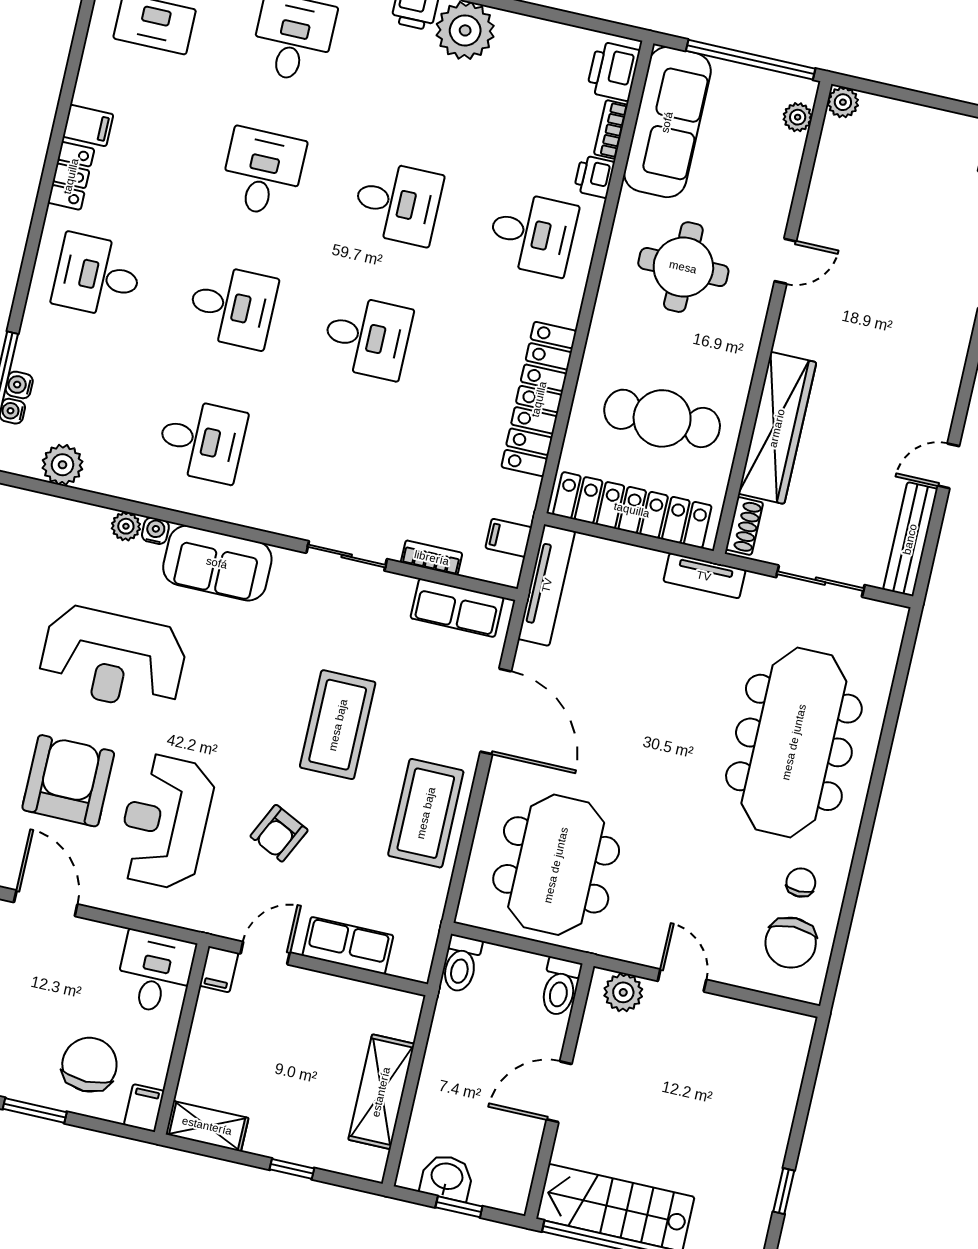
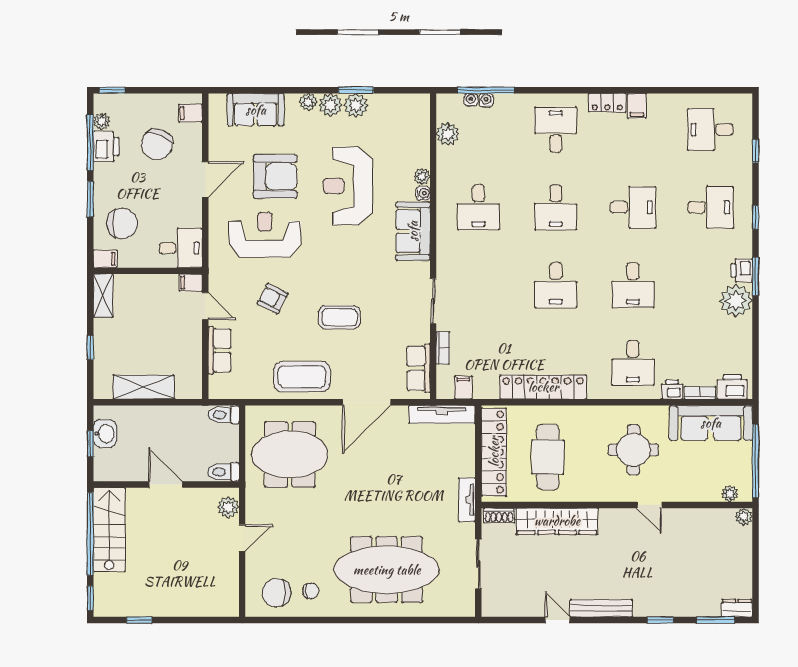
bench: (910, 539) -> (601, 608), moved
coffee table: (338, 725) -> (339, 317), width x0.73, depth x0.76

